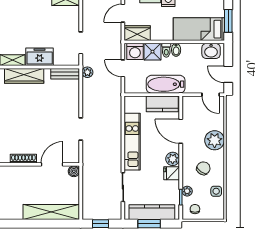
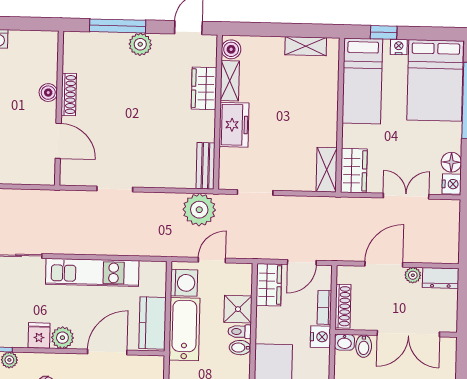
door: (123, 13) -> (302, 262), swing flipped
washing machine: (135, 51) -> (184, 283), moved, turned 180
plant: (87, 72) -> (199, 210), width x1.87, depth x1.87
wardrobe: (24, 76) -> (204, 88), width x0.67
boiler: (74, 171) -> (48, 93), moved

